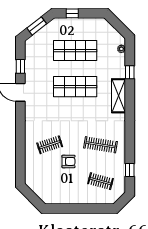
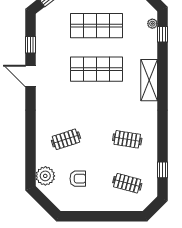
window: (130, 72) -> (163, 34), moved
clothes rail: (100, 145) -> (127, 139), width x0.73
armchair: (68, 161) -> (78, 179), moved
plant: (33, 175) -> (45, 176), added

